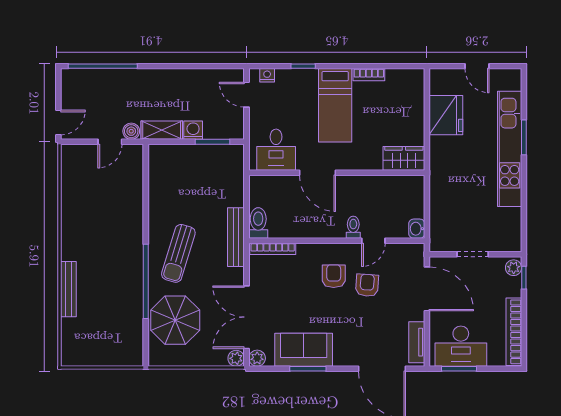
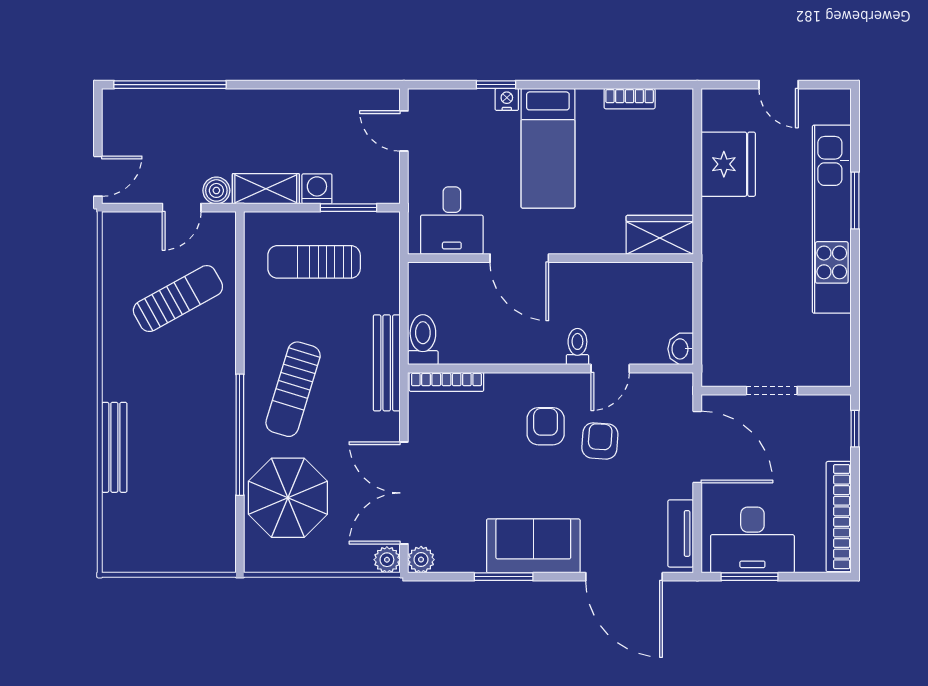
nightstand: (267, 75) -> (507, 99), moved
bookcase: (369, 75) -> (630, 99), moved
sun lounger: (191, 175) -> (314, 262), added
sun lounger: (108, 198) -> (178, 299), added
plant: (514, 268) -> (838, 412), removed
sofa: (304, 350) -> (533, 546), moved

